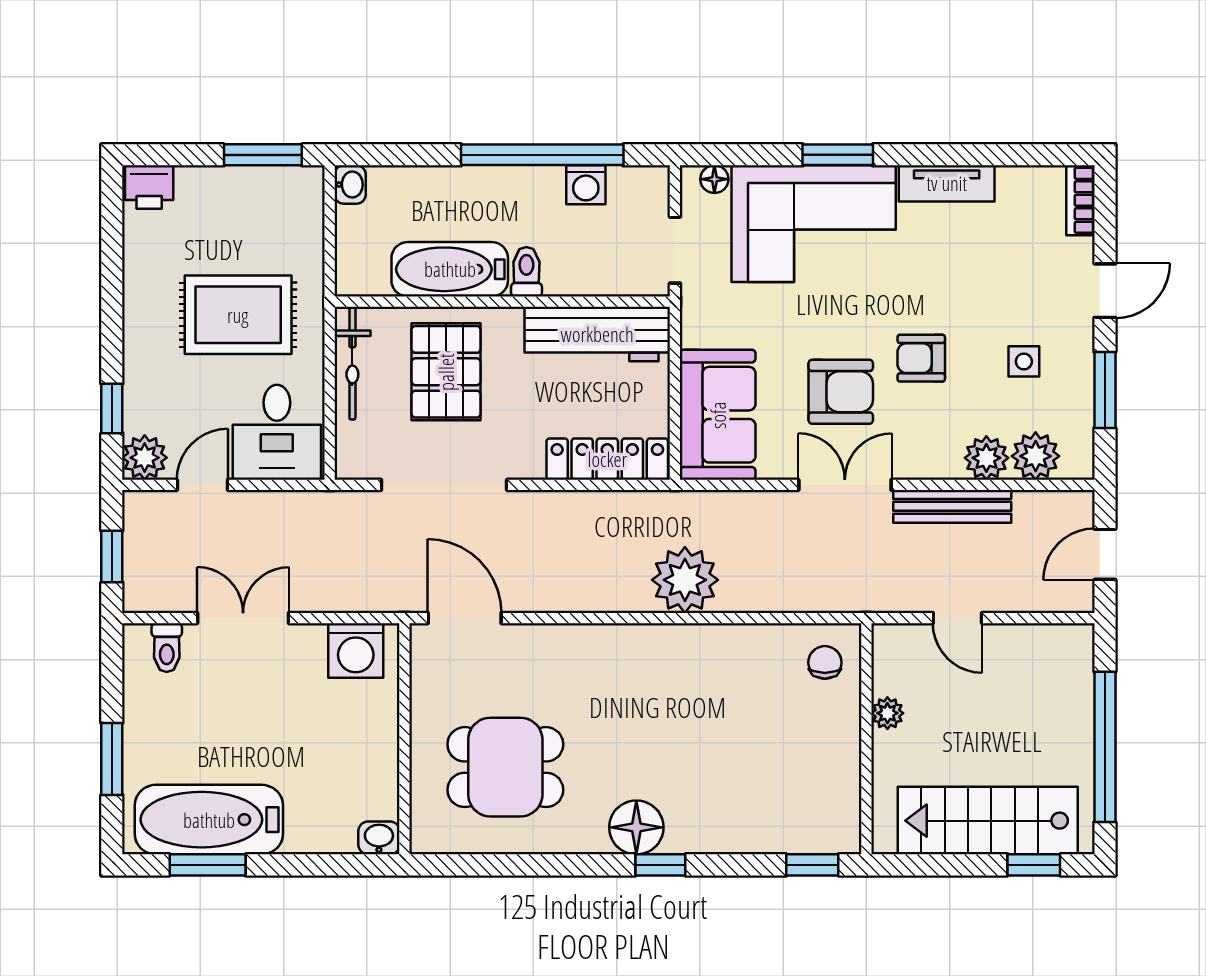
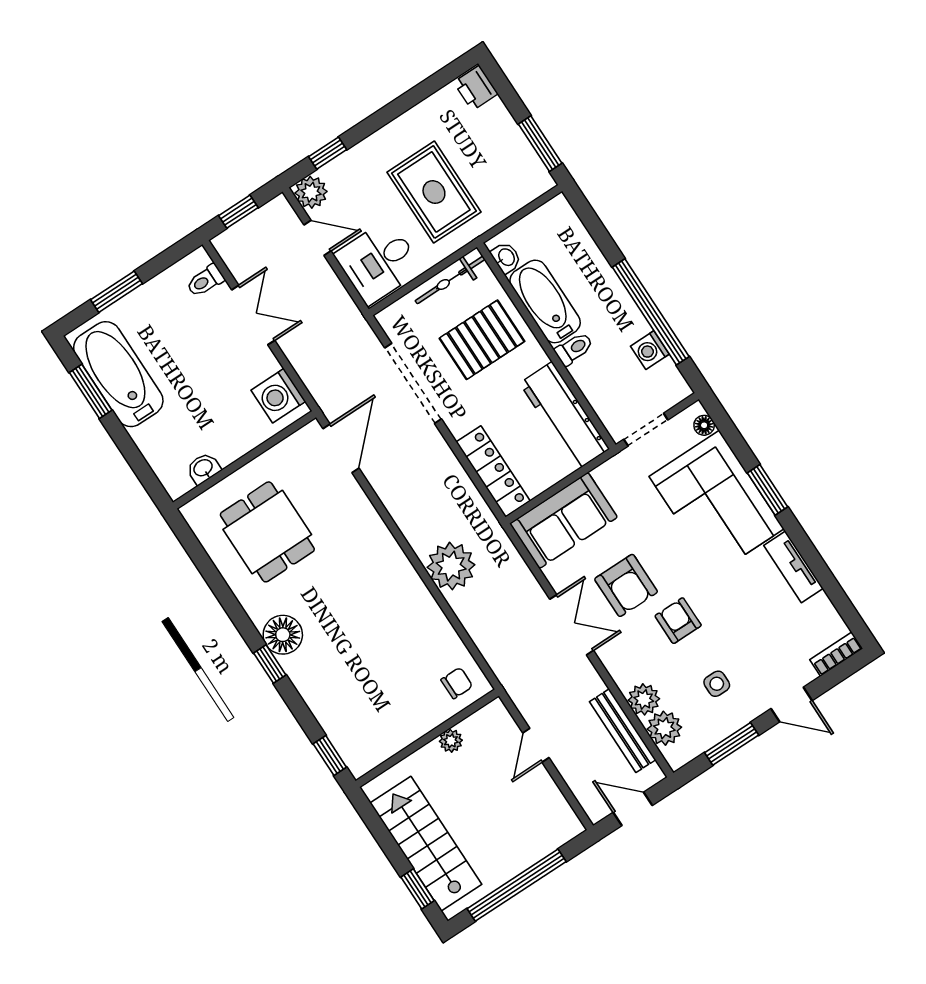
washbasin: (350, 185) -> (506, 258), moved, turned -90
bench: (952, 506) -> (623, 731), moved
washbasin: (379, 838) -> (203, 468), moved, turned -90

